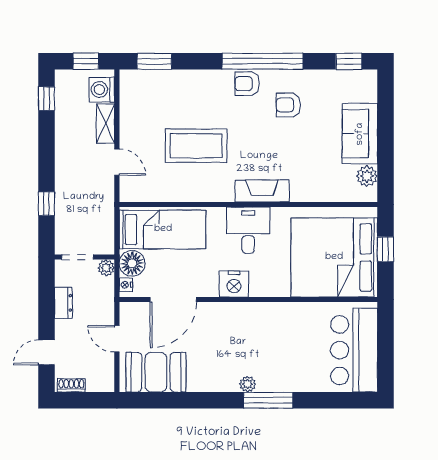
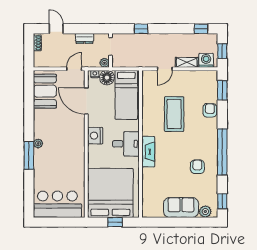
armchair: (247, 84) -> (210, 110), moved
plant: (367, 176) -> (205, 212), moved
door: (117, 339) -> (74, 69), moved

